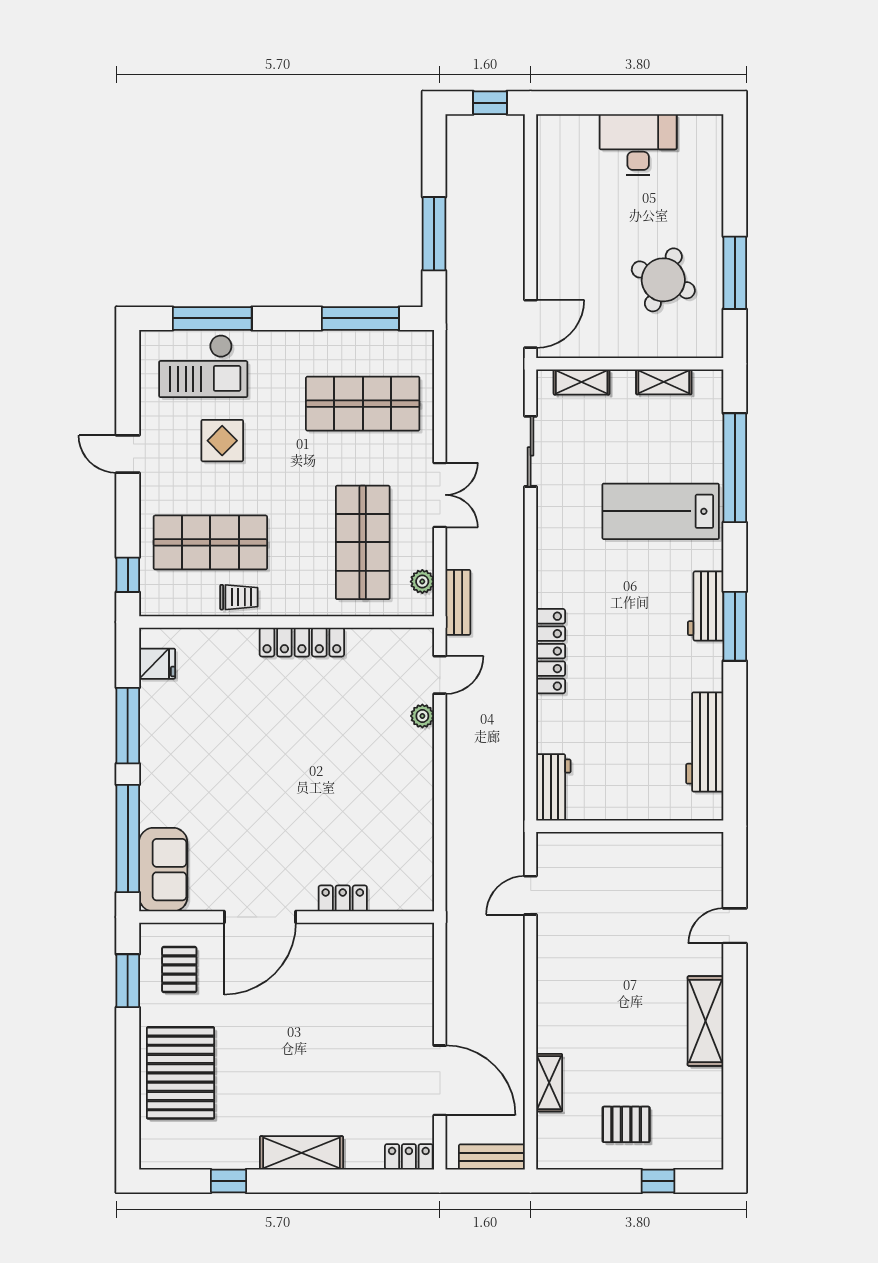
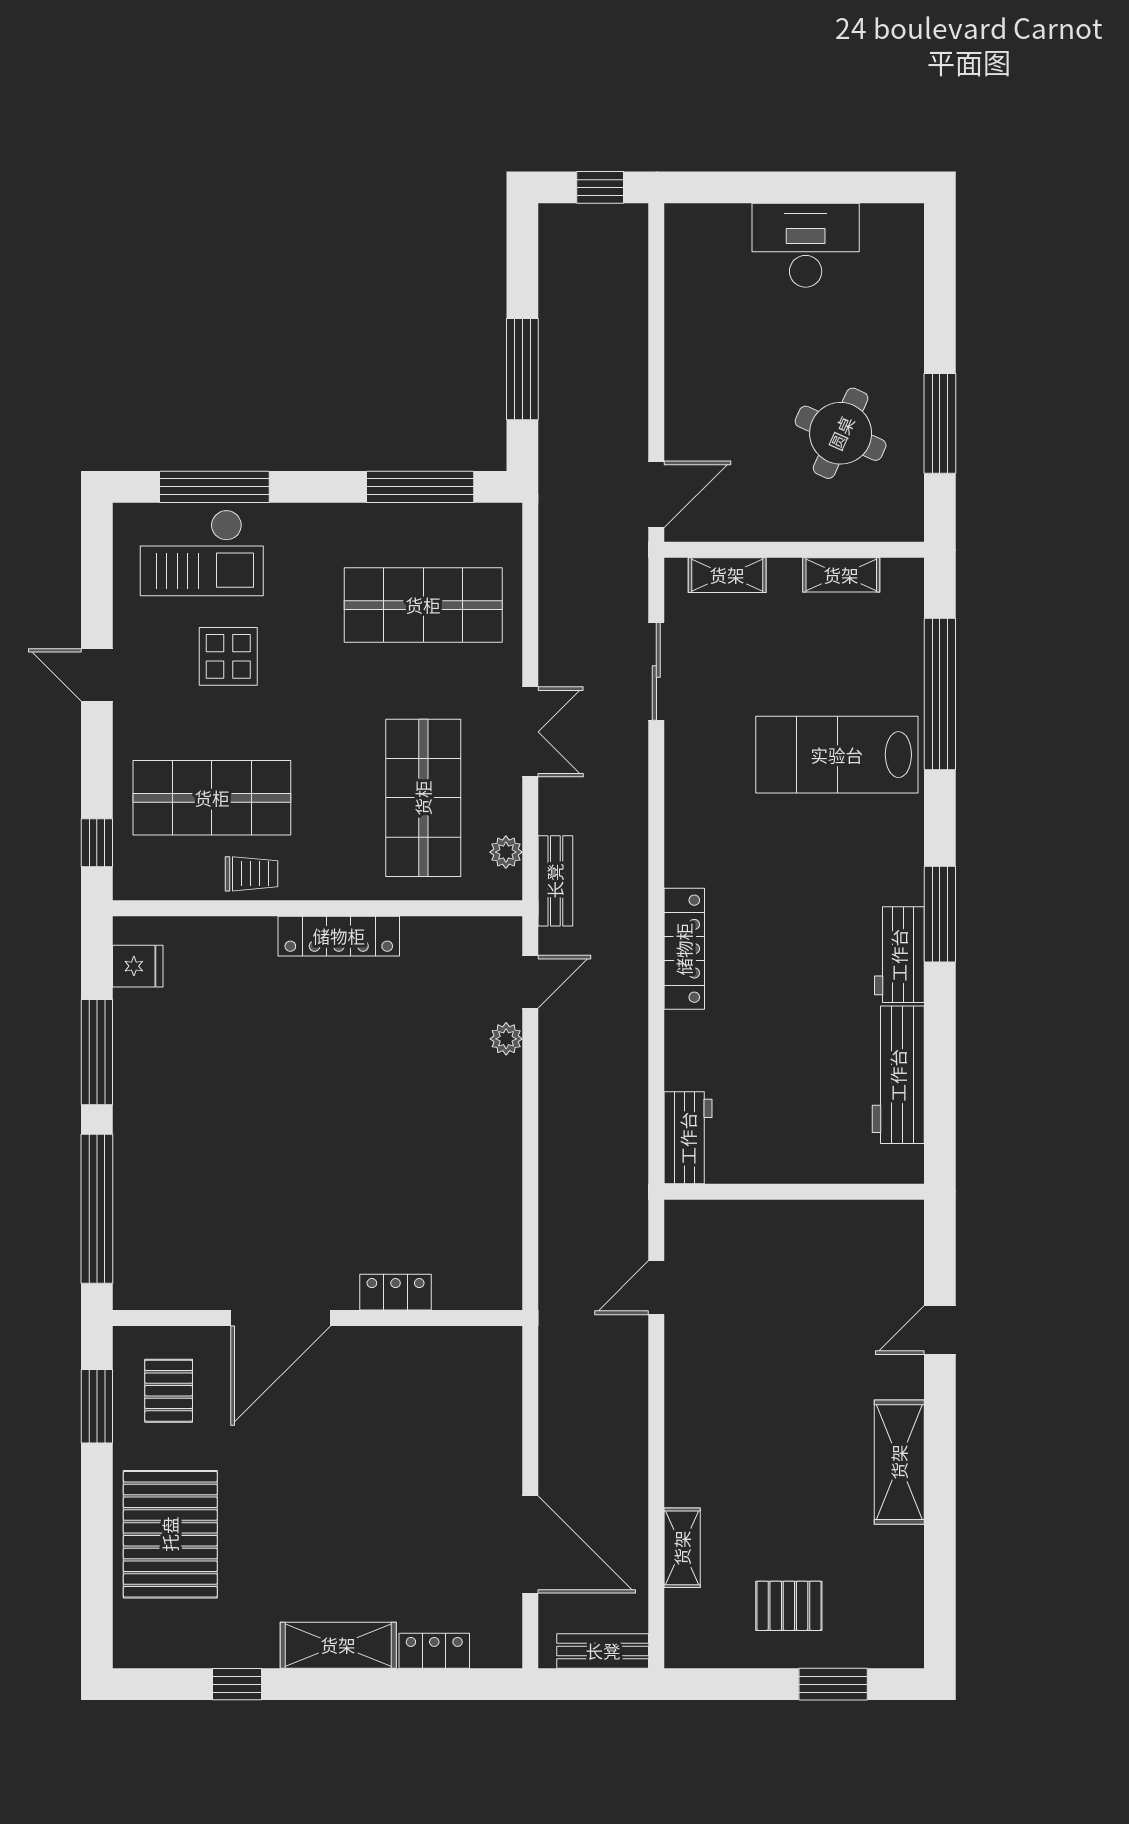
workbench: (706, 606) -> (899, 955), moved
sofa: (163, 870) -> (146, 1252), removed
locker: (409, 1157) -> (434, 1651), moved
window: (658, 1181) -> (833, 1684), width x1.50

